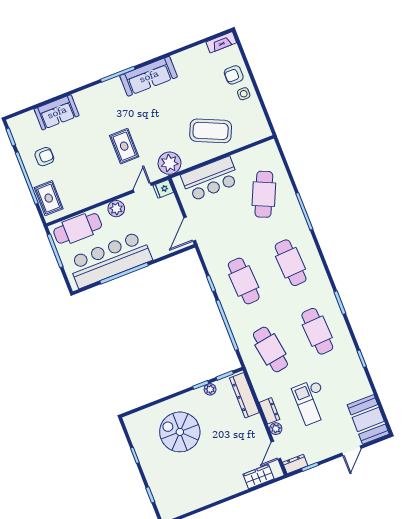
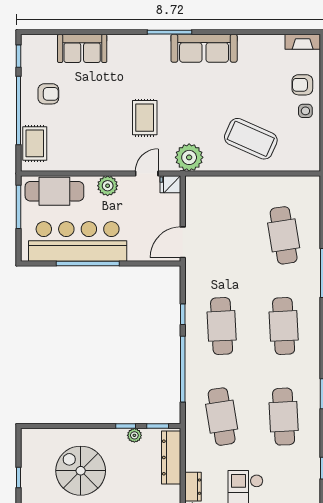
bar counter: (210, 179) -> (229, 194), removed
cafe table: (264, 194) -> (284, 235), turned -33

